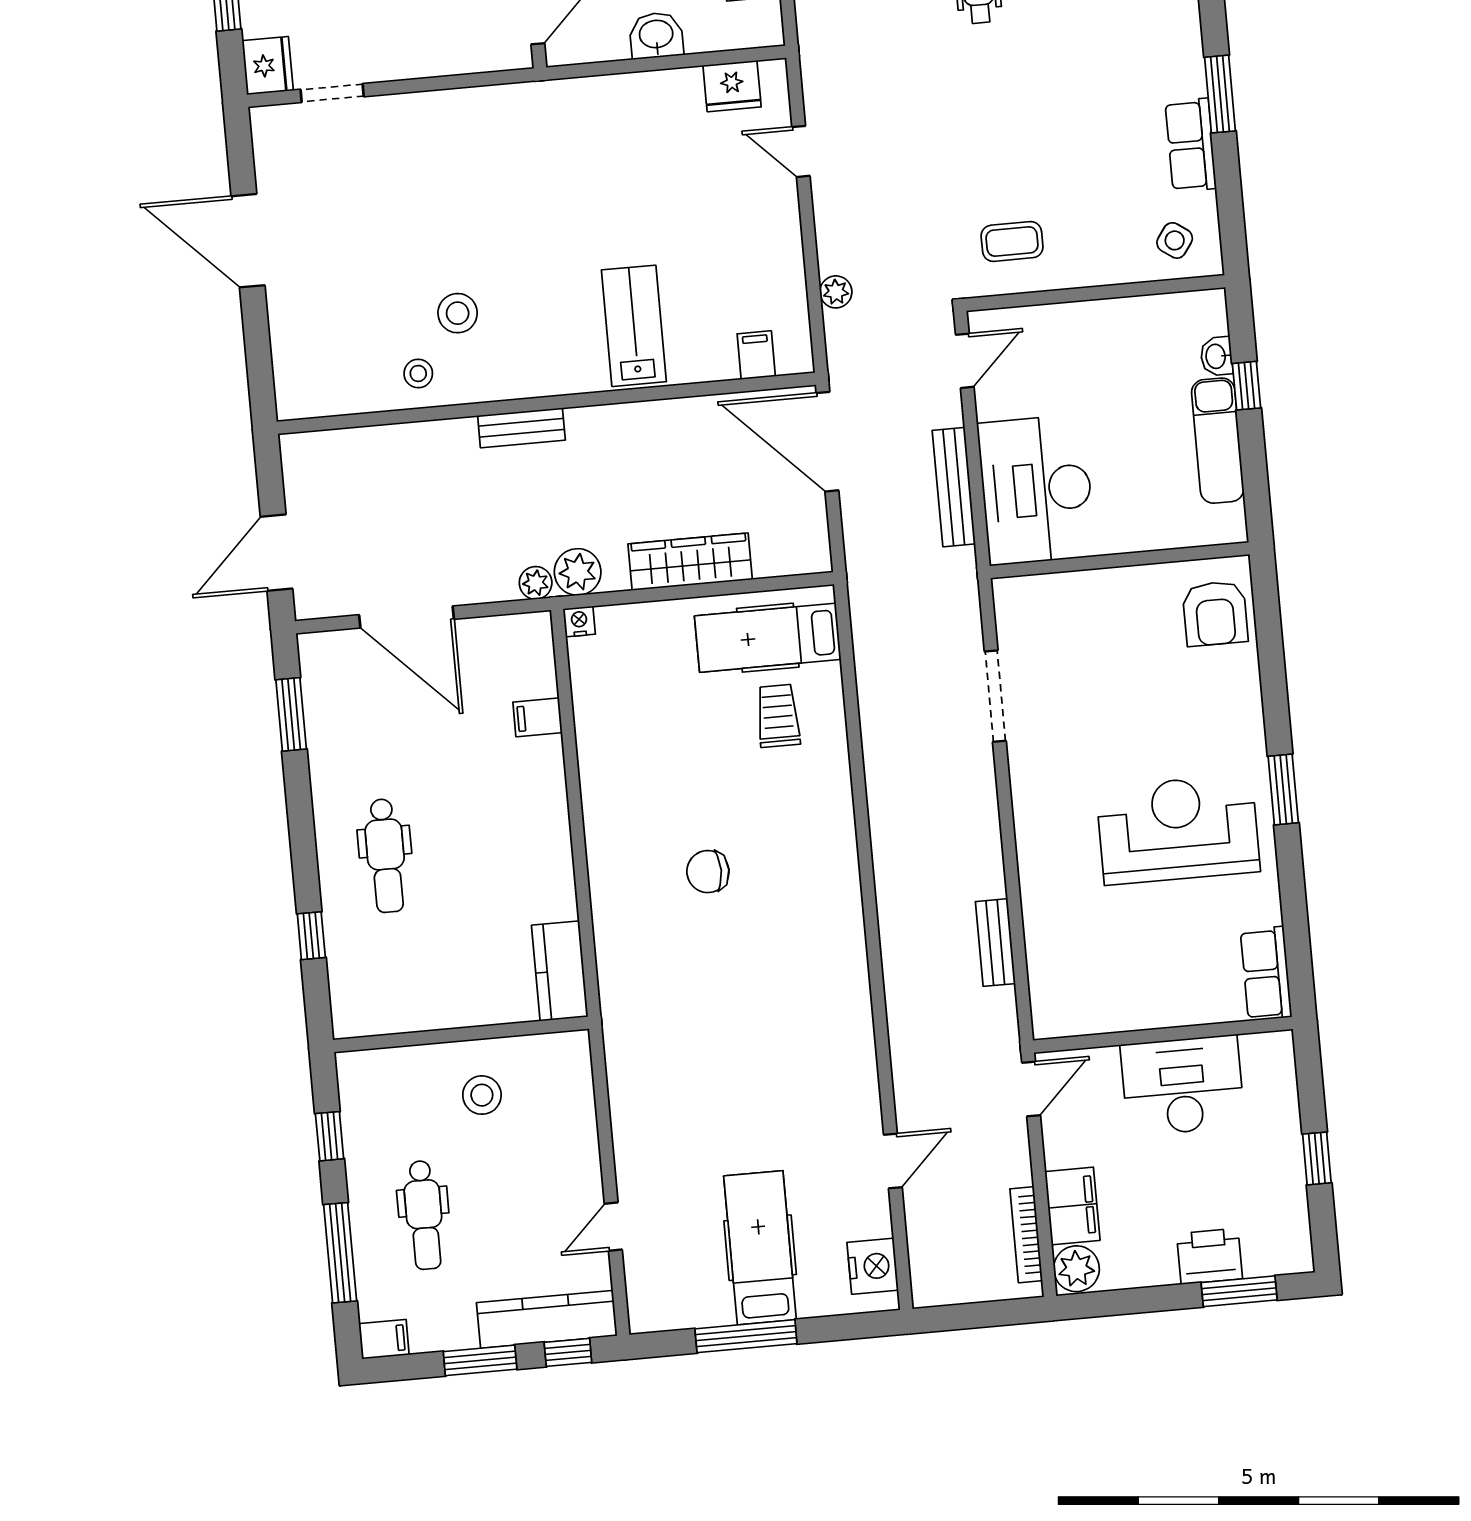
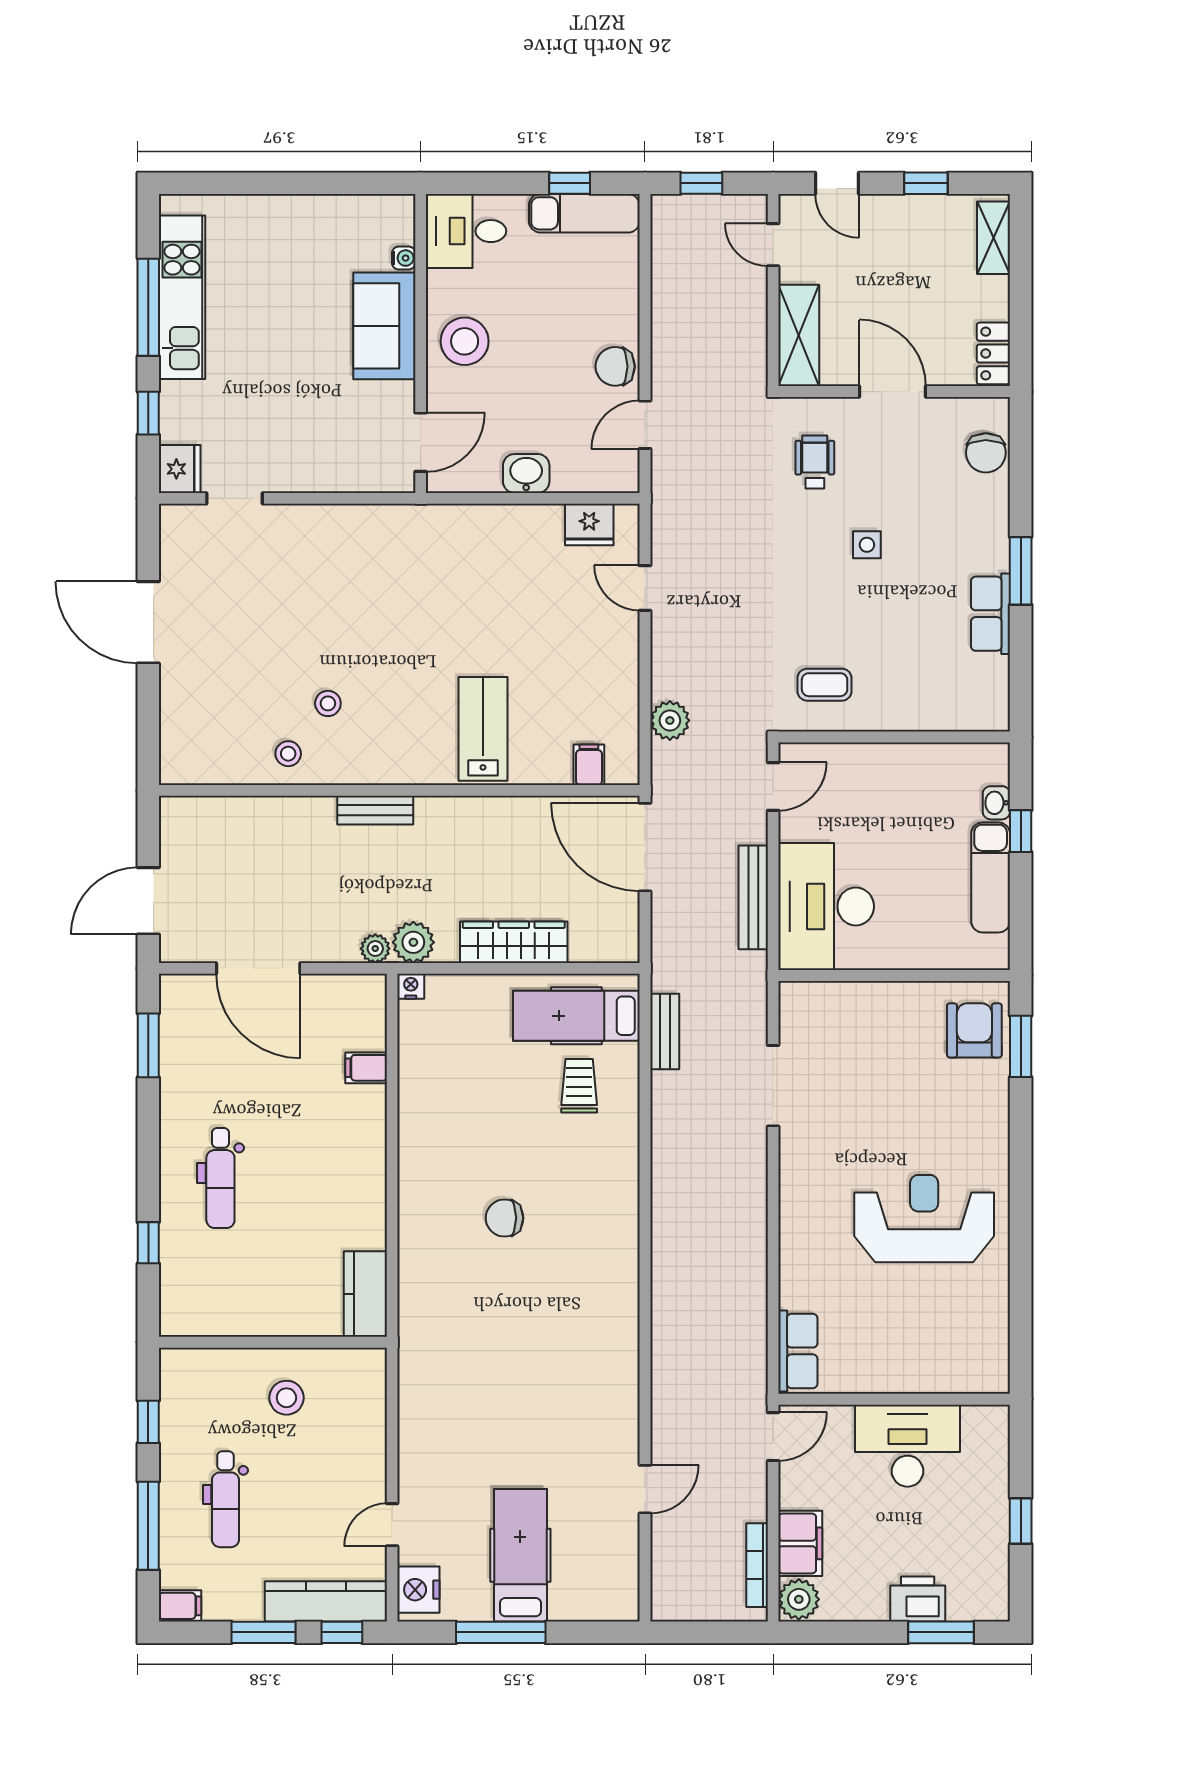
side table: (1175, 240) -> (867, 545), moved, turned -35
plant: (836, 292) -> (670, 720), width x1.38, depth x1.38
stool: (458, 313) -> (328, 703), width x0.73, depth x0.73
armchair: (1215, 614) -> (974, 1030), turned 180
window: (1283, 789) -> (1021, 1046), moved
bench: (995, 943) -> (665, 1032), moved
row of seats: (1266, 974) -> (798, 1351), moved, turned 180
nightstand: (873, 1266) -> (418, 1590), moved, turned 180

